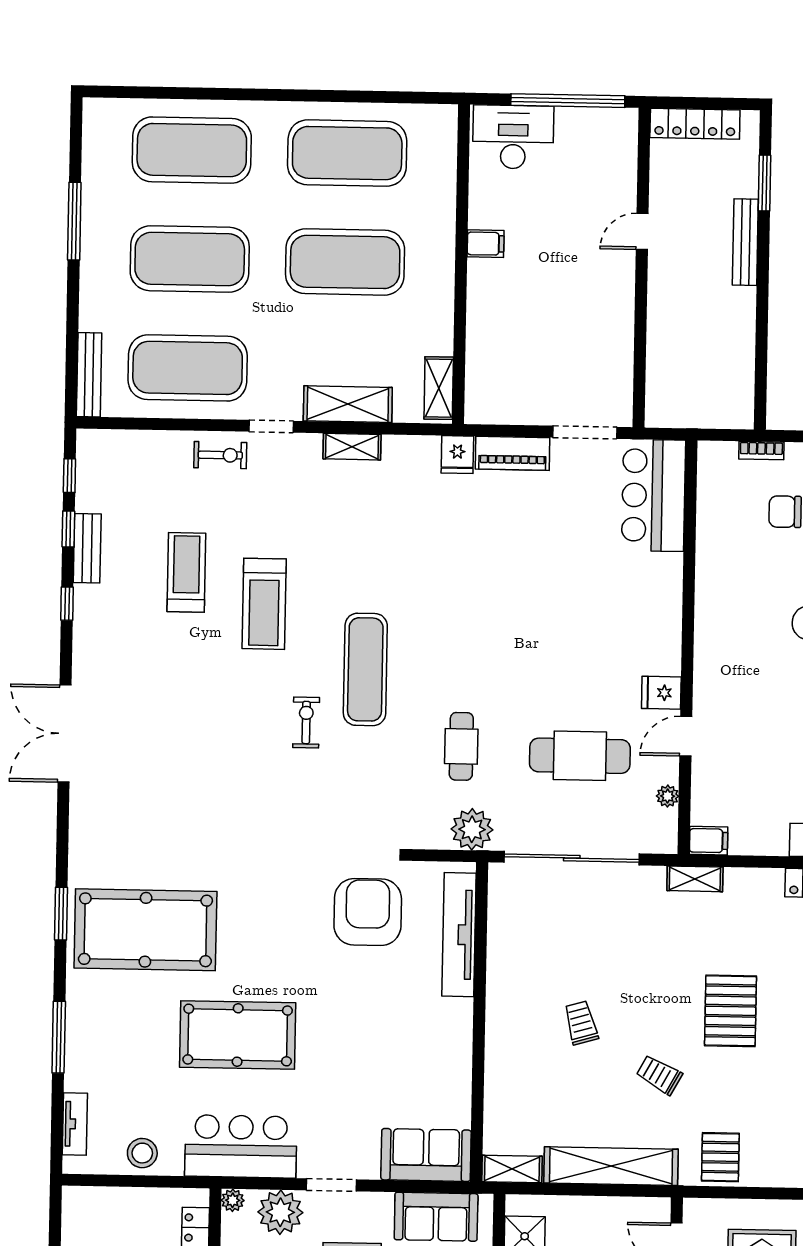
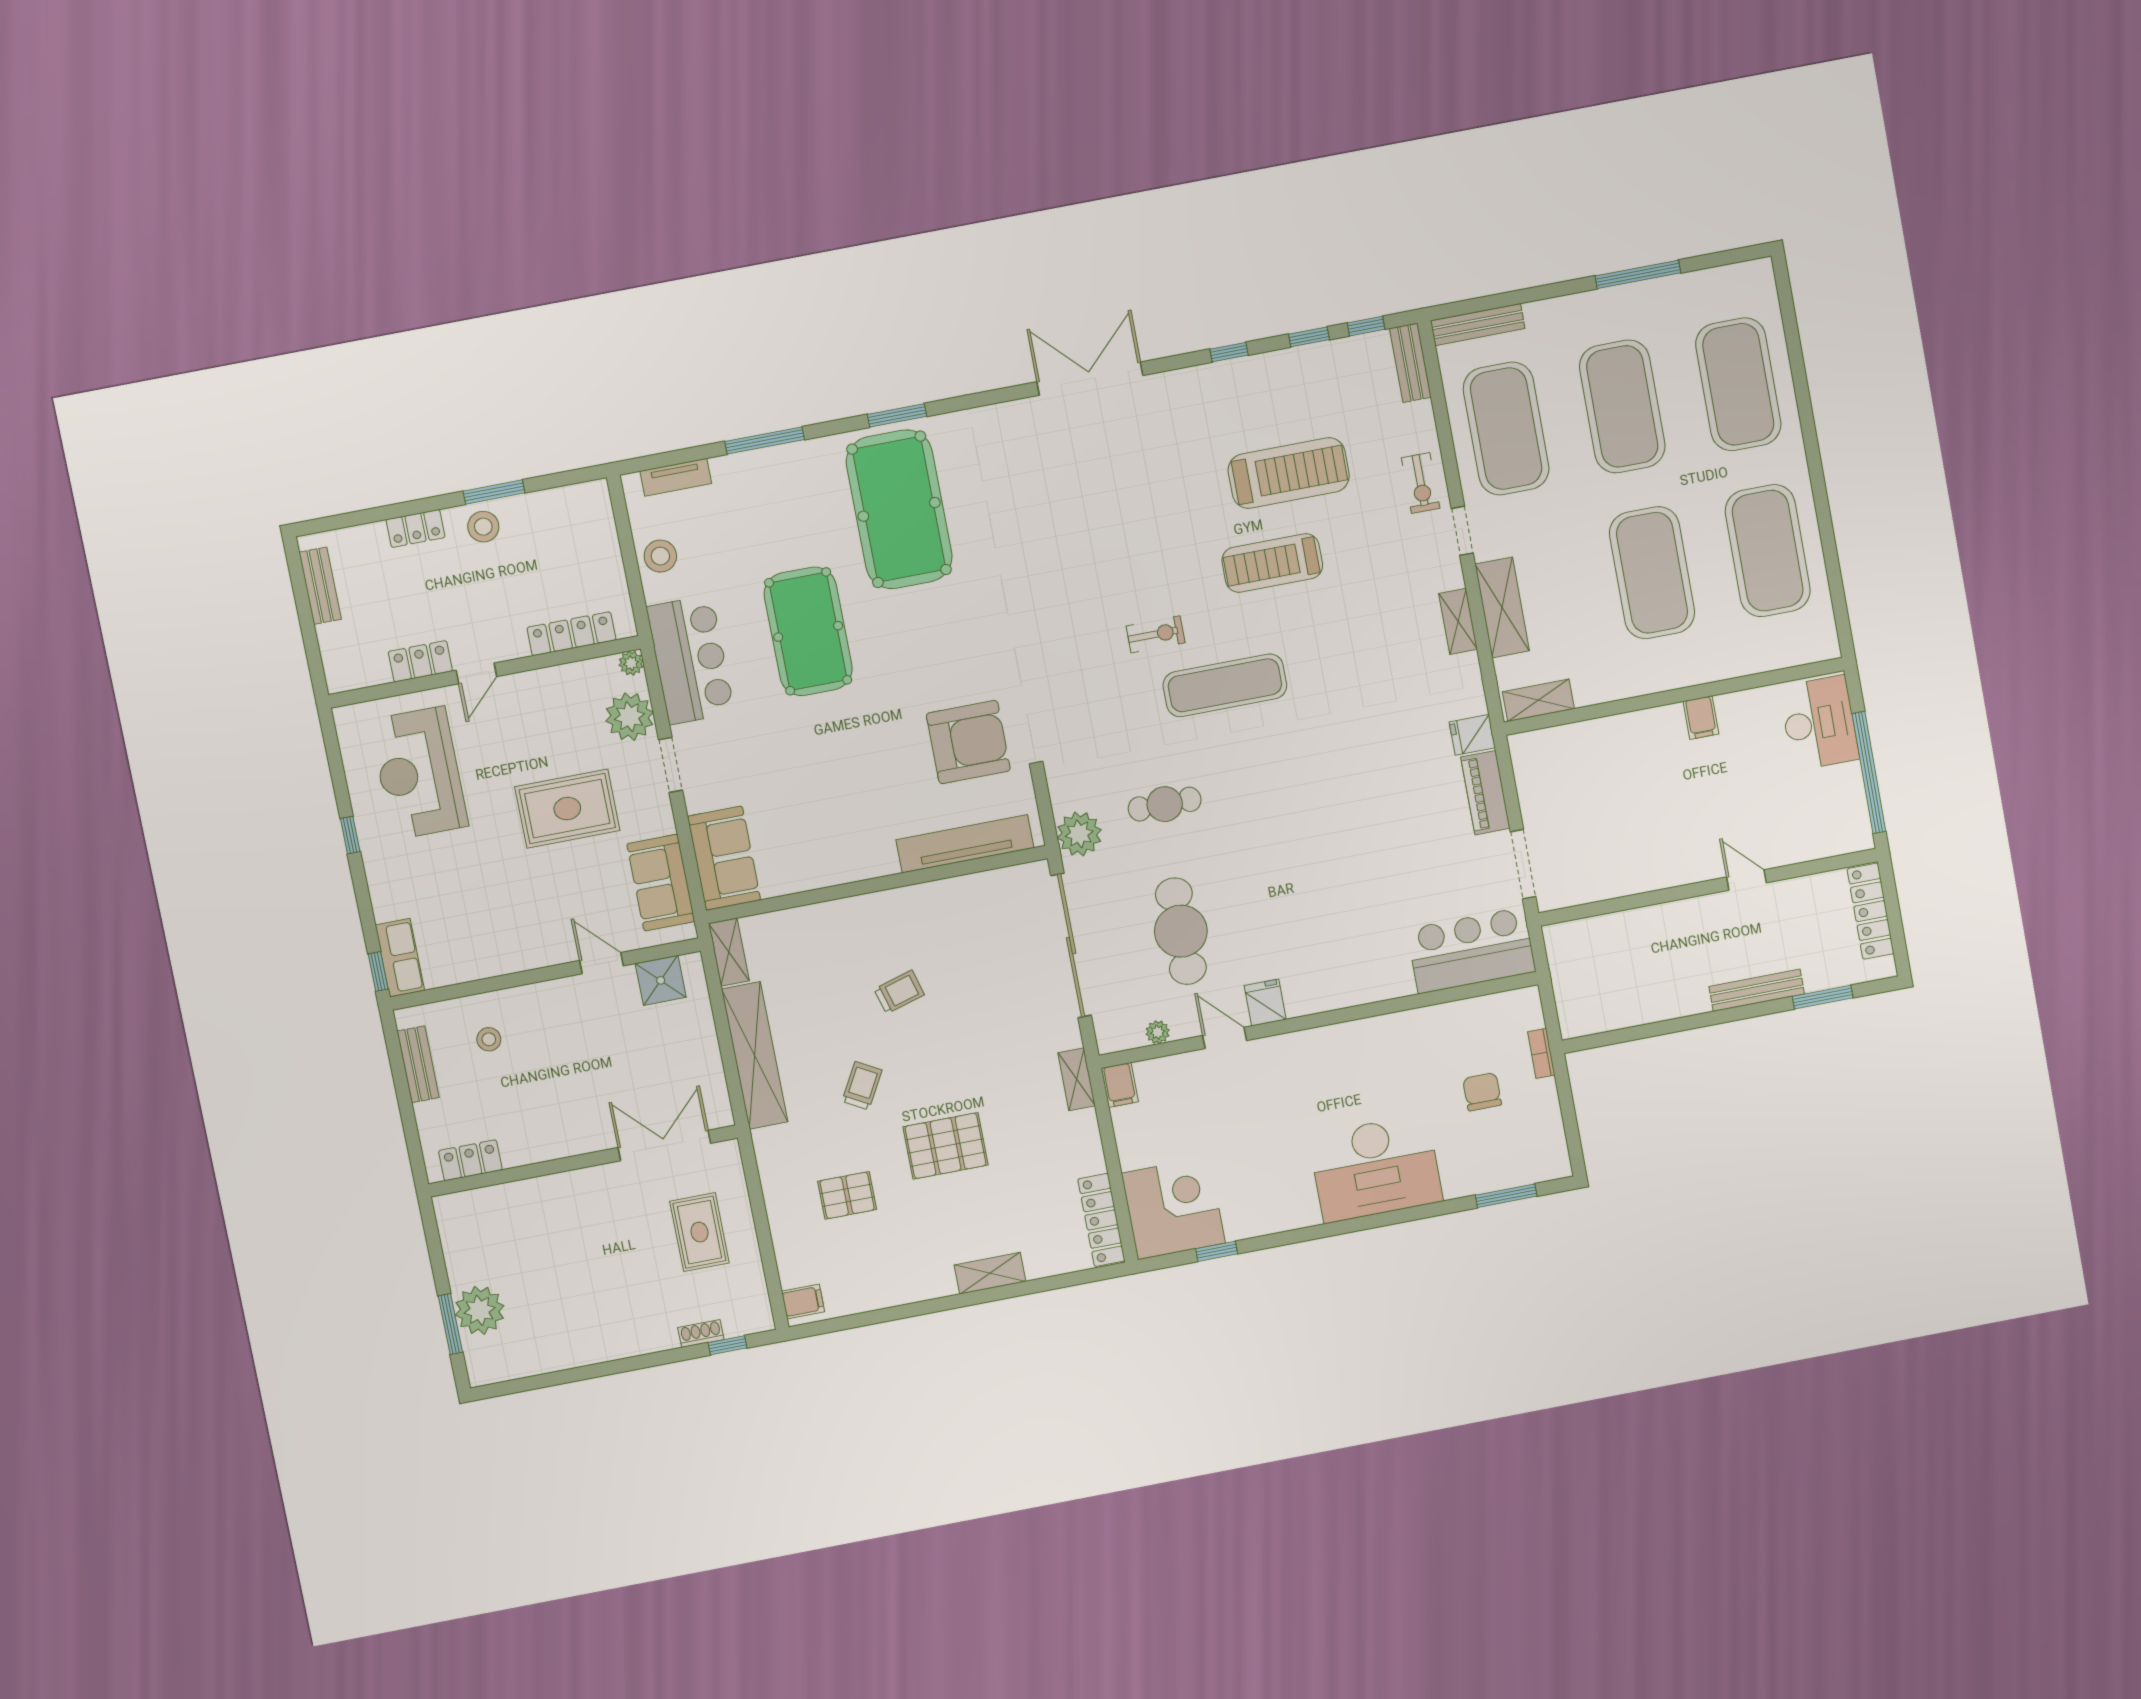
bench: (87, 548) -> (1410, 363), moved, turned 90
treadmill: (186, 572) -> (1289, 473), width x1.37, depth x1.38
pallet: (720, 1157) -> (847, 1195), moved

